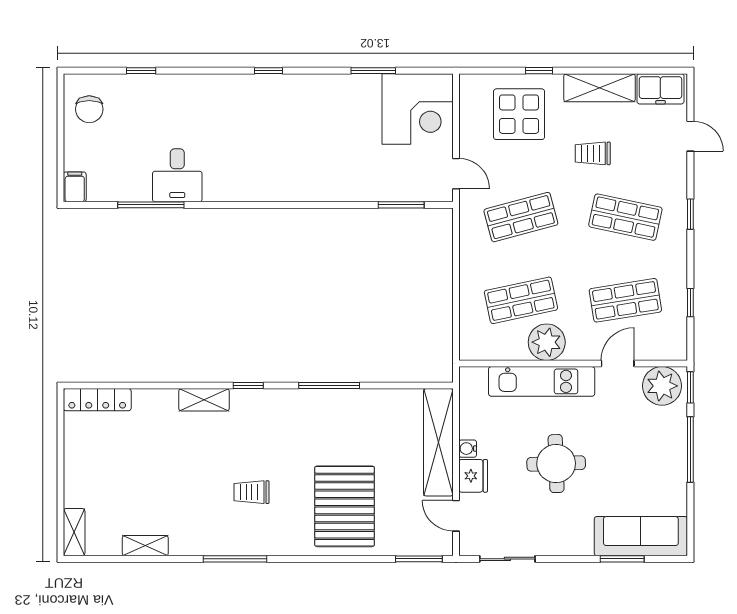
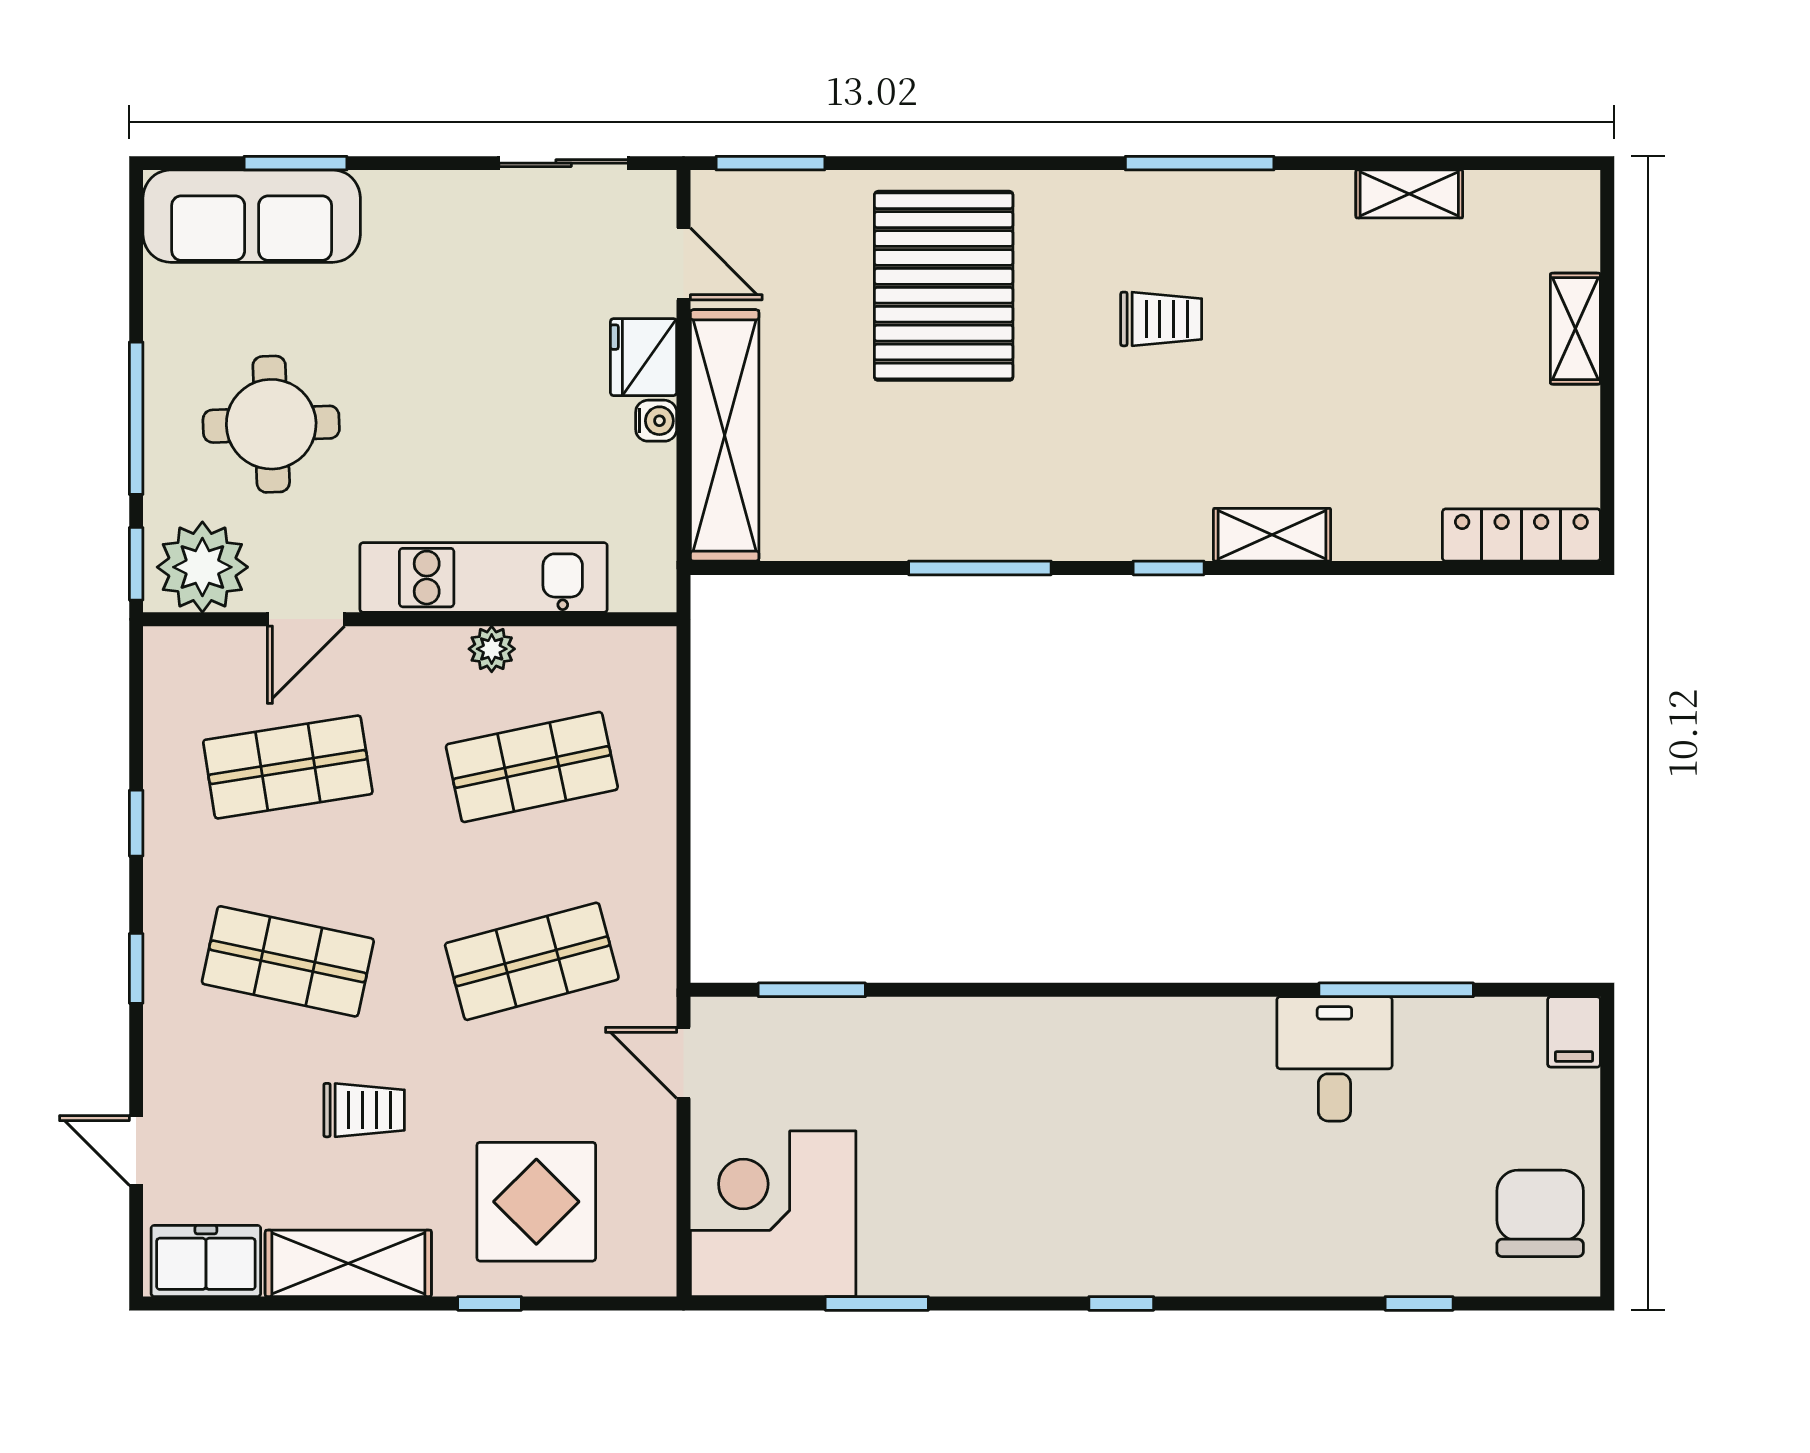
chair: (89, 109) -> (1540, 1213), width x1.37, depth x1.37
window: (690, 303) -> (136, 823), moved
plant: (547, 342) -> (492, 649), width x0.53, depth x0.53
round table: (556, 464) -> (271, 424), moved
shelving: (74, 532) -> (1575, 329), moved

